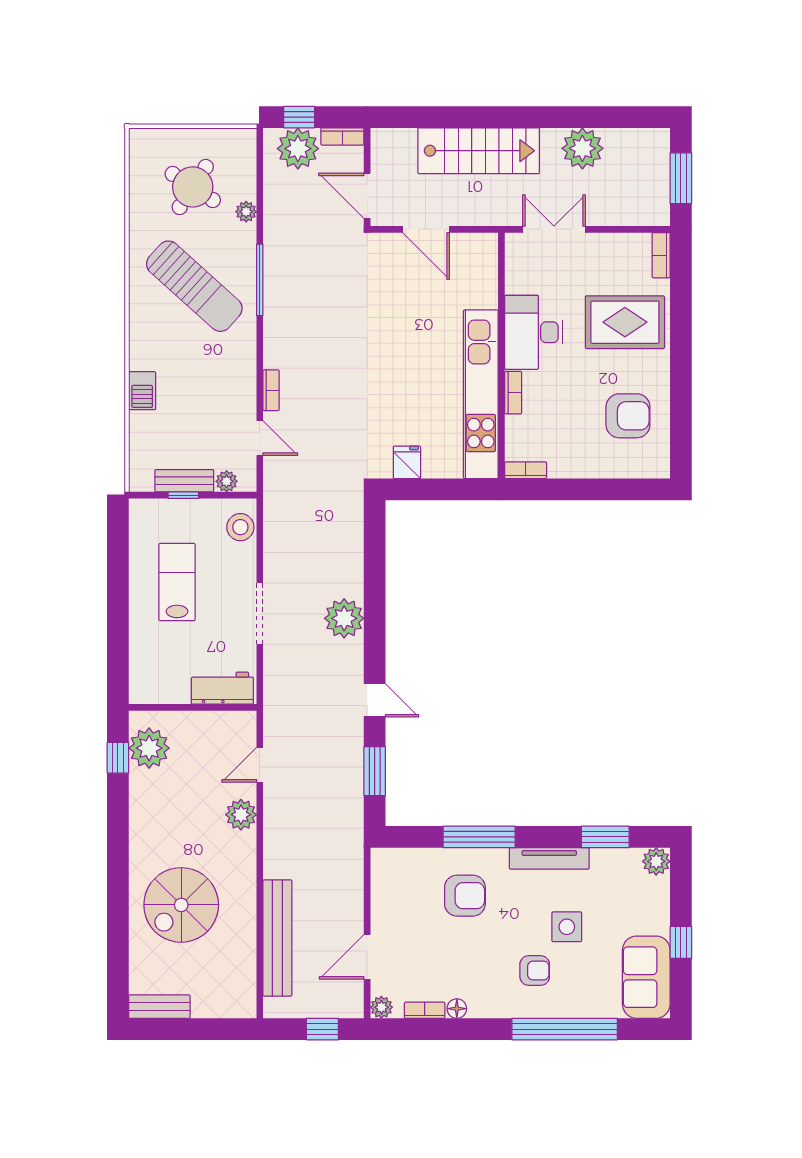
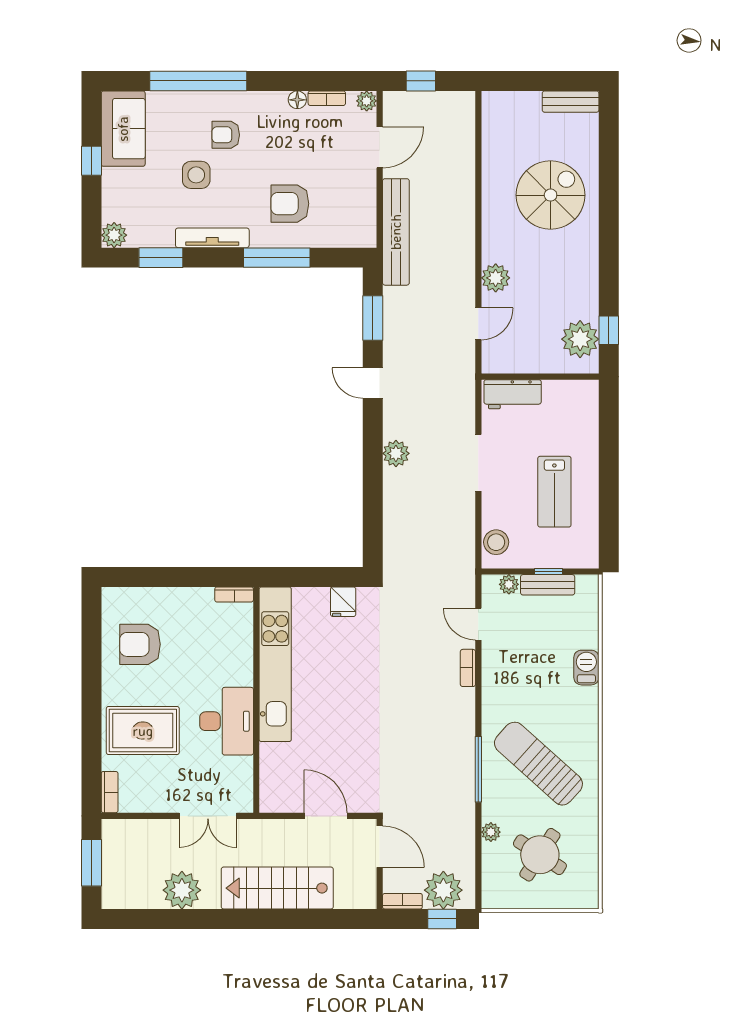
bookcase: (513, 393) -> (245, 666), removed
plant: (344, 618) -> (396, 453), width x0.73, depth x0.73
bench: (277, 938) -> (396, 232), moved

